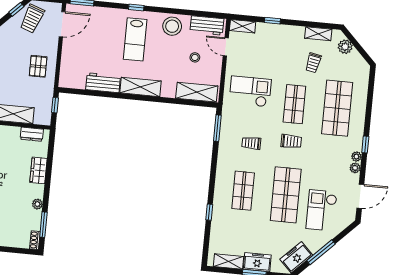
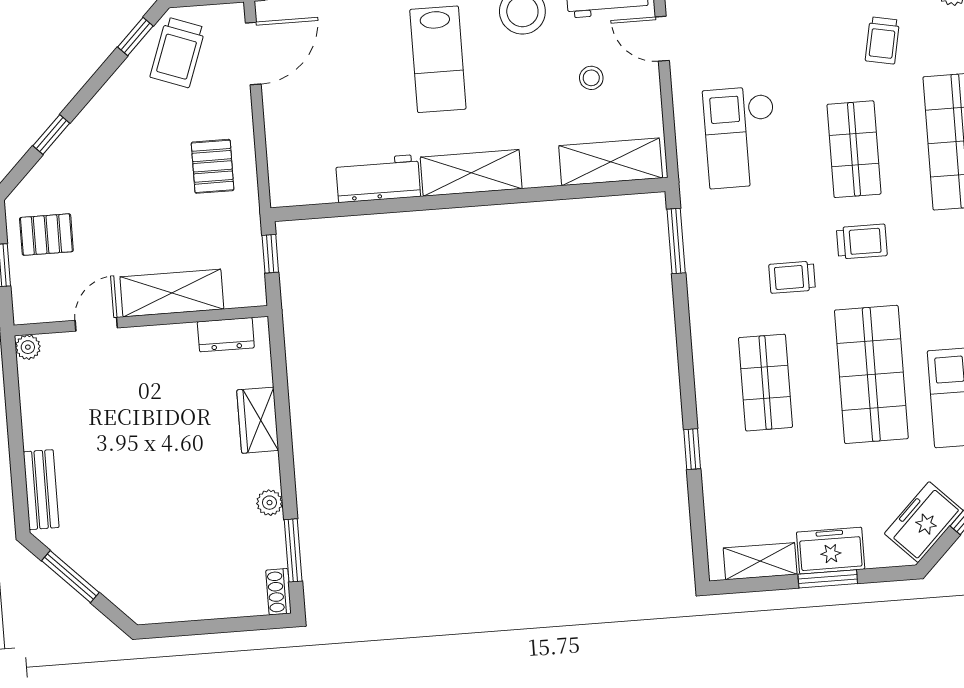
checkout: (250, 91) -> (741, 137), turned -90
trolley: (251, 143) -> (792, 277), moved

